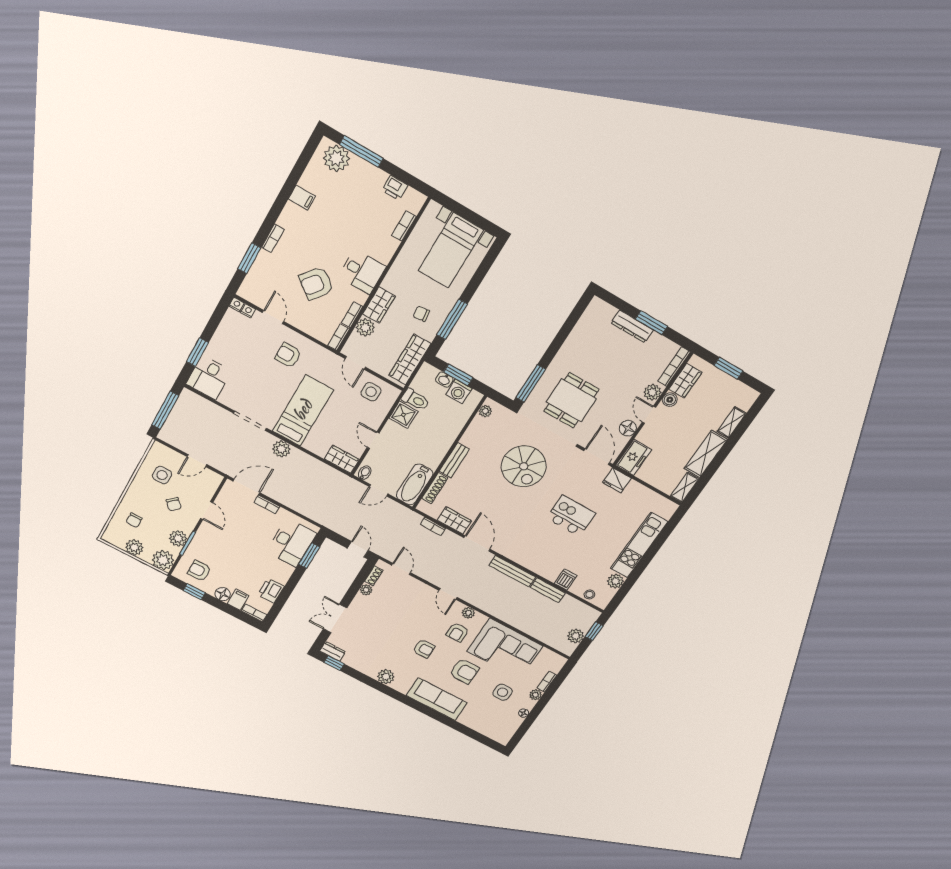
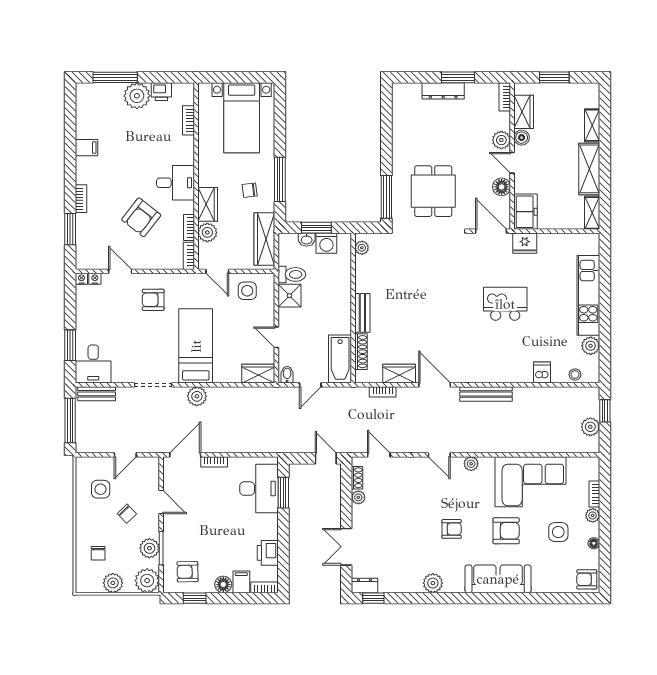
plant: (336, 158) -> (137, 96), moved
bookcase: (674, 367) -> (505, 97), width x0.64
spiral stairs: (524, 466) -> (430, 281), removed
bench: (548, 590) -> (97, 394), moved
armchair: (457, 632) -> (587, 579), moved, turned 90

